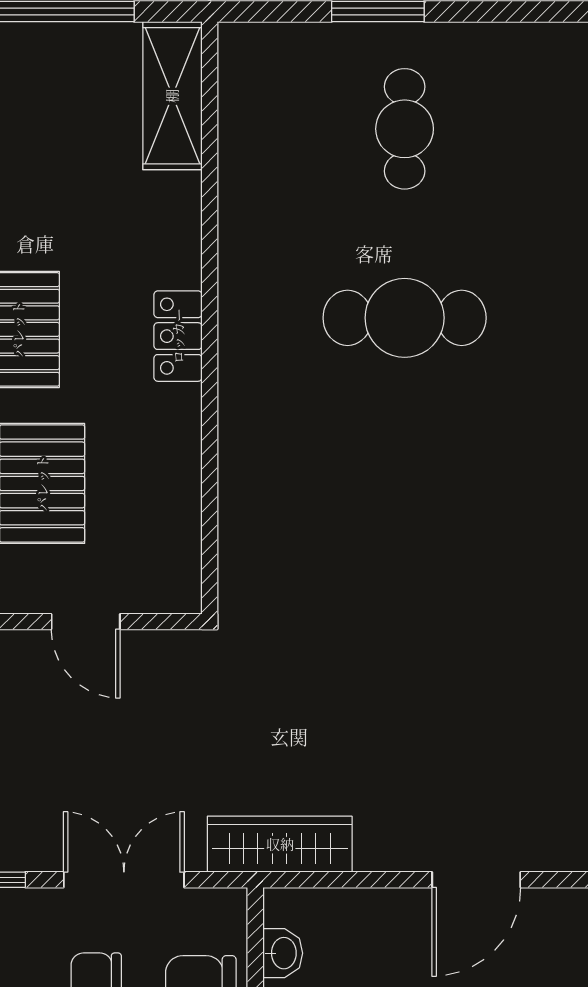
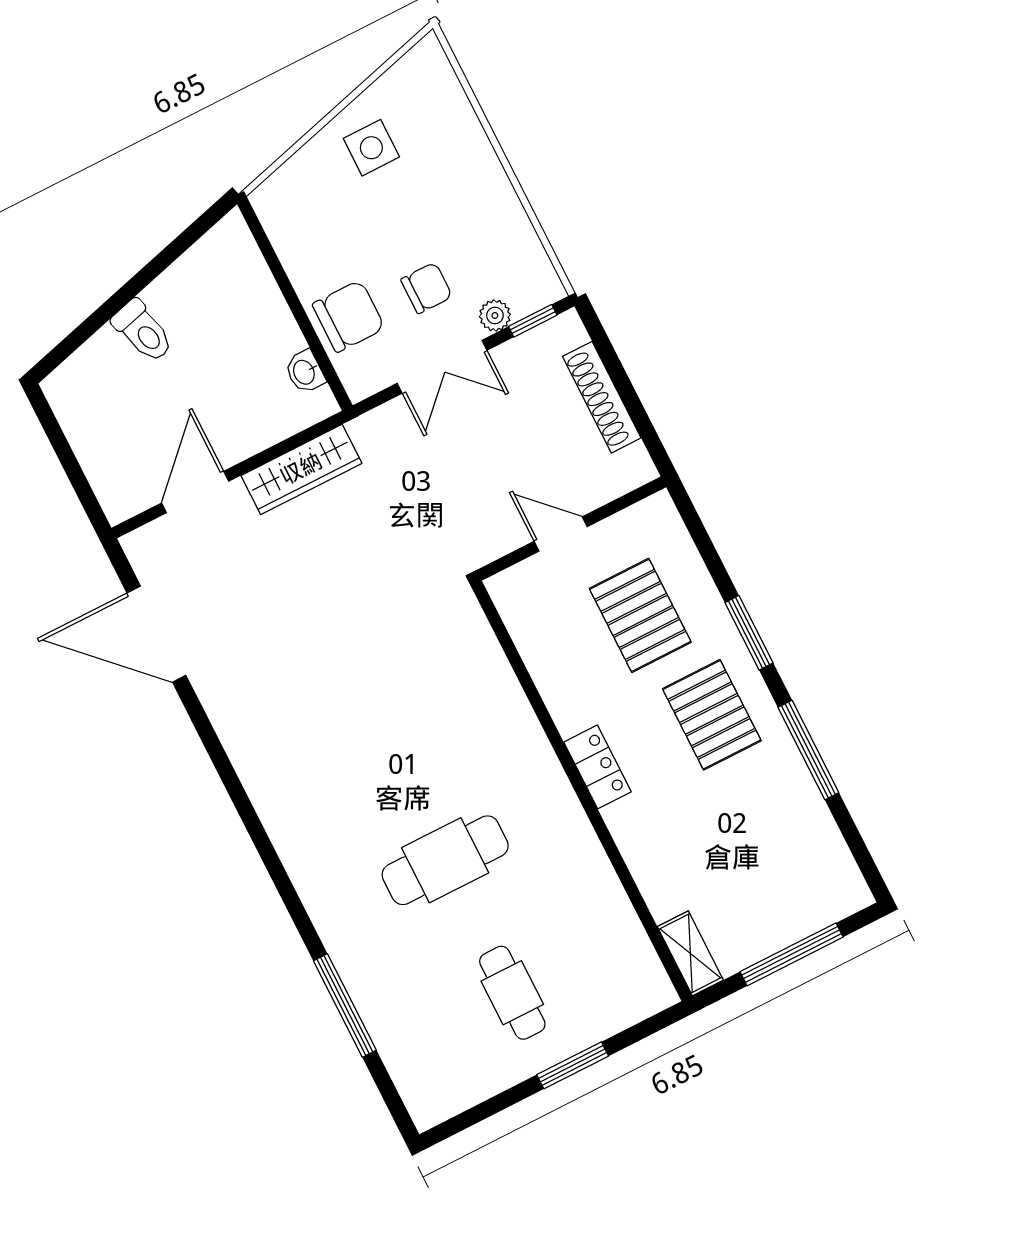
shelving: (172, 96) -> (690, 953), width x0.67, depth x0.75
wardrobe: (280, 844) -> (301, 469), moved
plant: (34, 908) -> (495, 315), added

